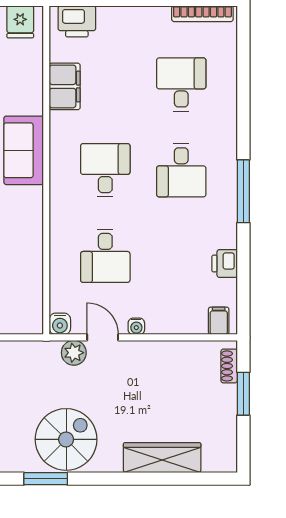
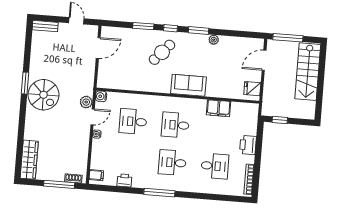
printer: (77, 21) -> (248, 145), moved
desk: (105, 170) -> (175, 125), turned 180
window: (243, 394) -> (59, 184), width x1.44
wardrobe: (162, 458) -> (29, 160), moved

